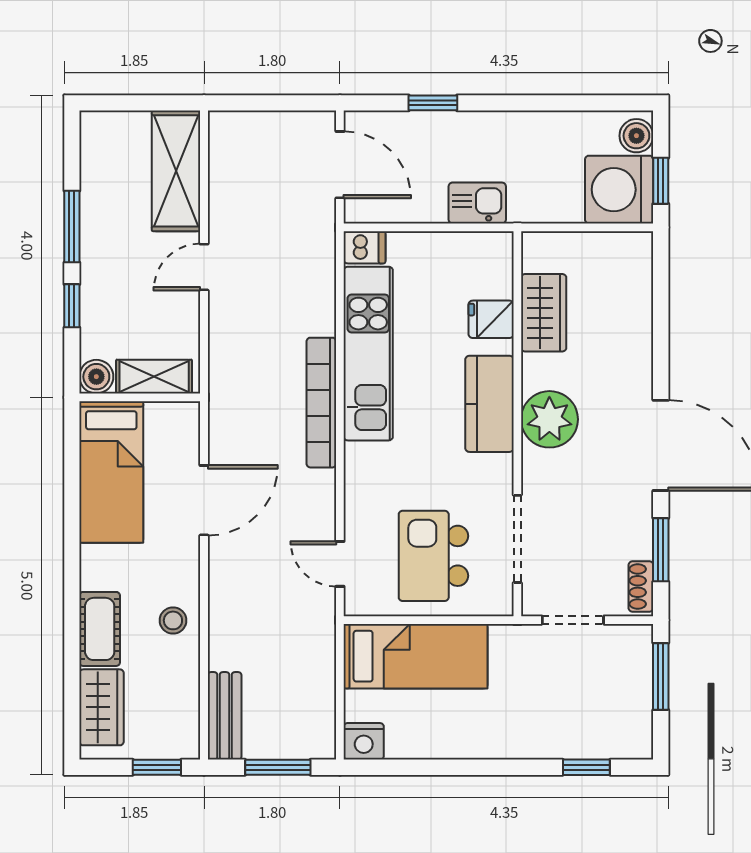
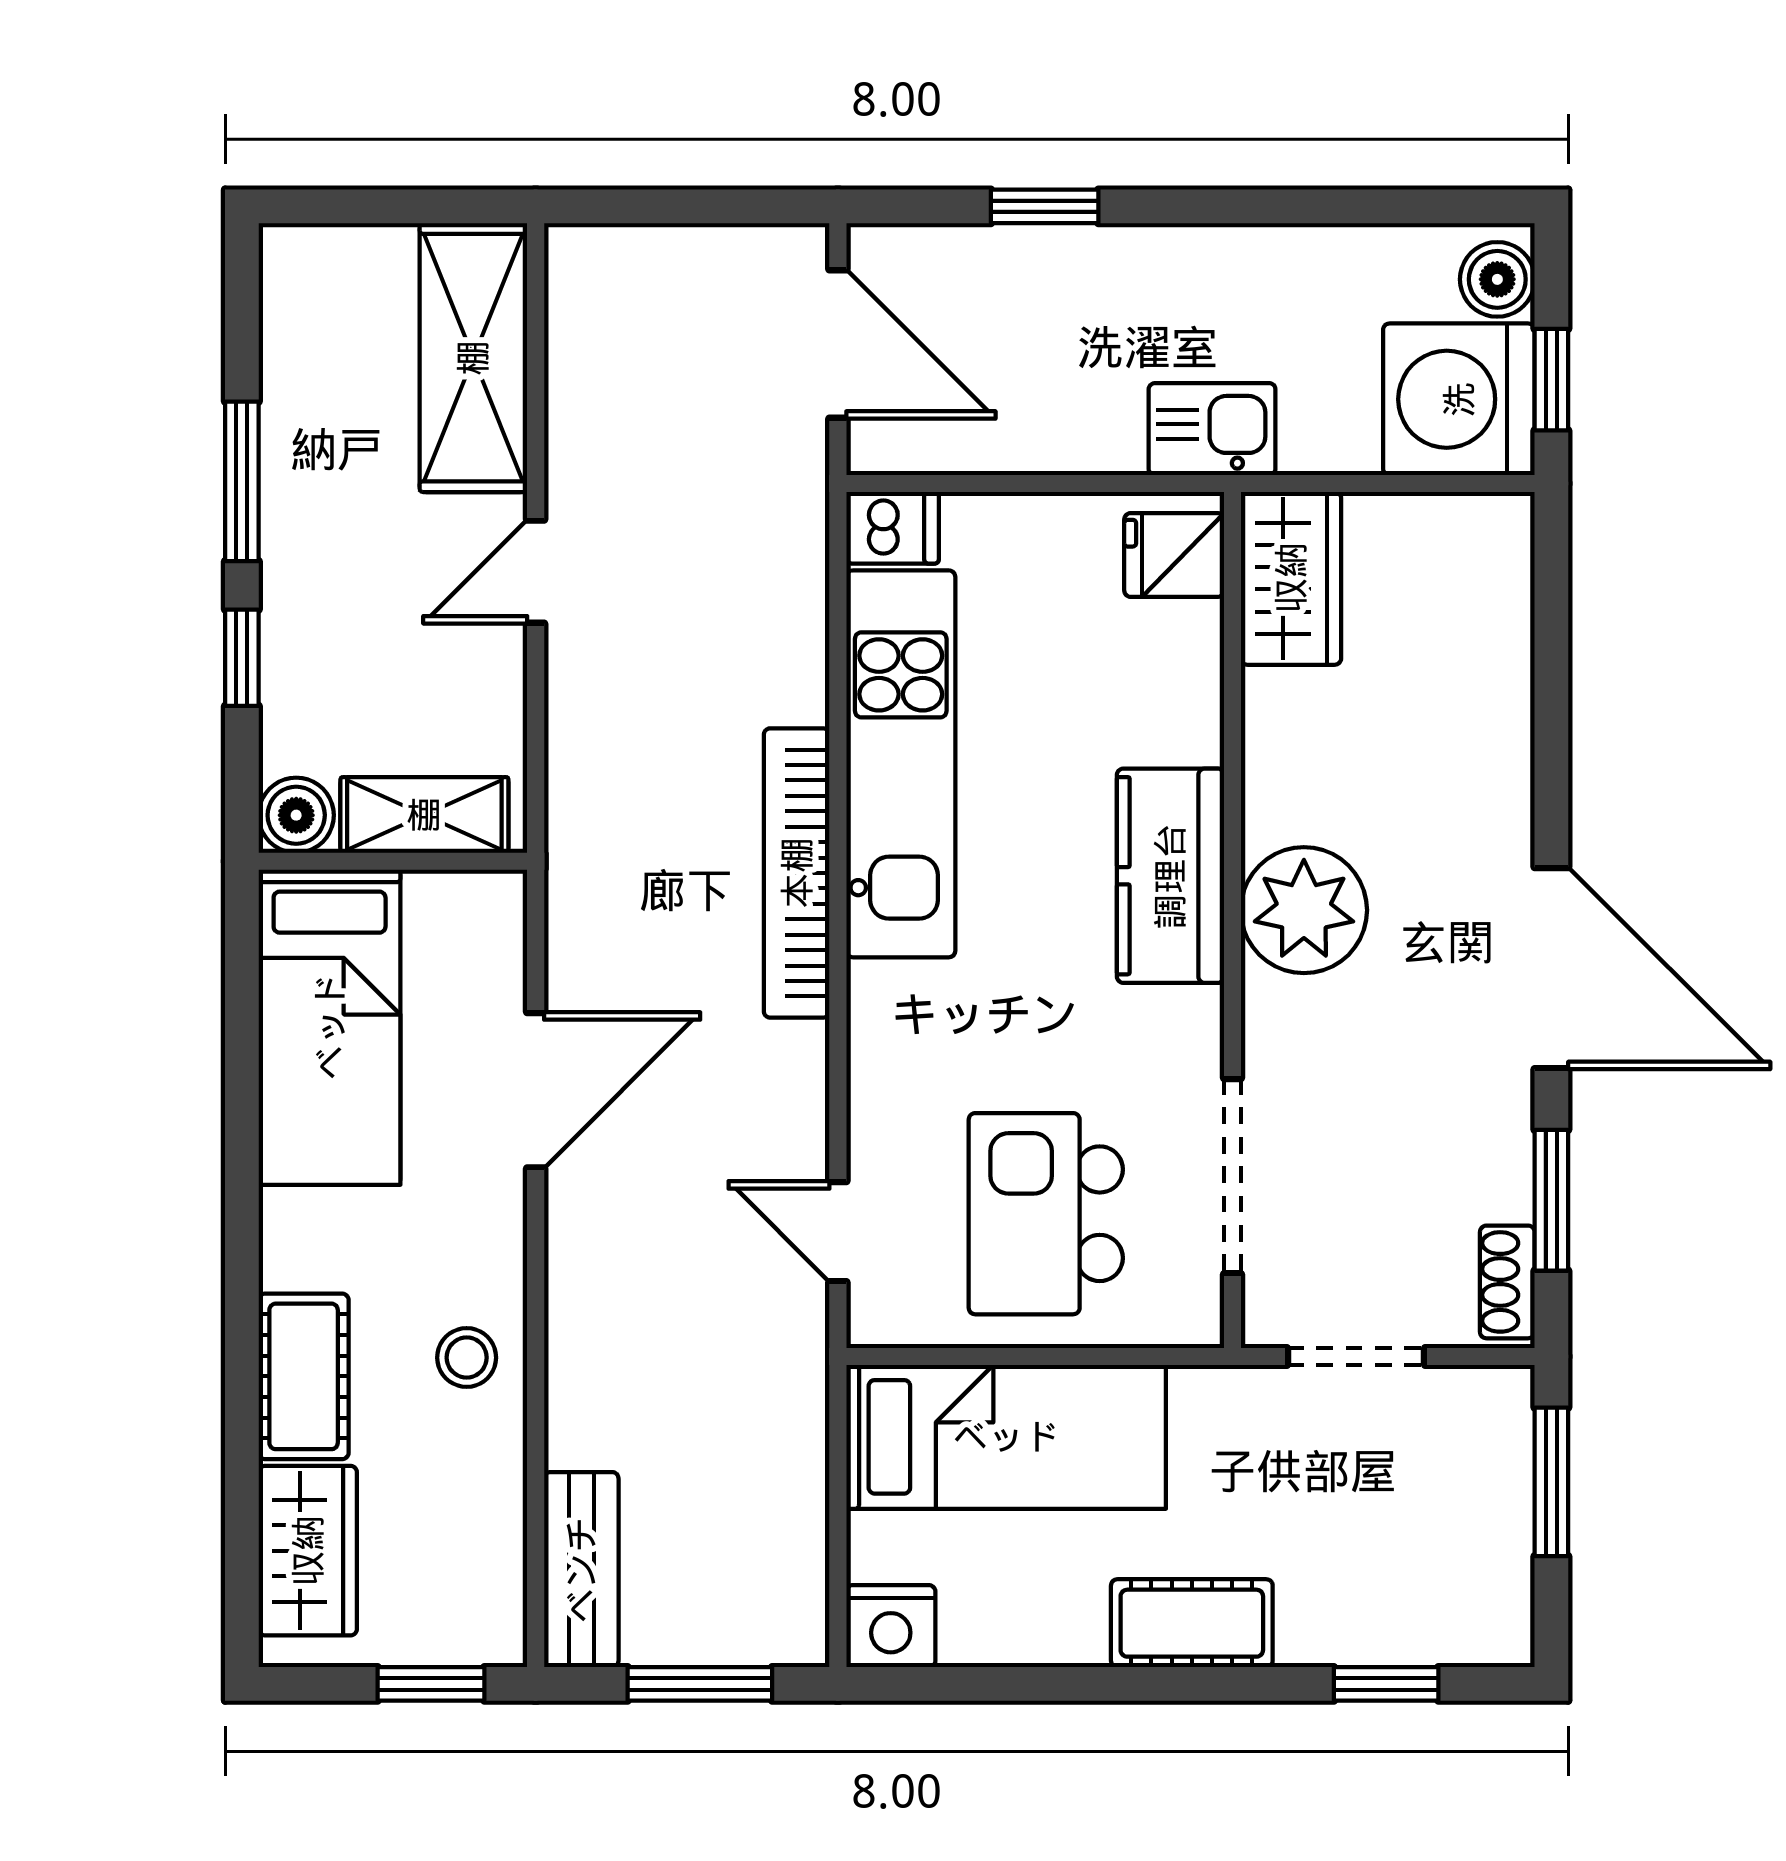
kitchen sink: (477, 203) -> (1212, 429), moved
wardrobe: (544, 313) -> (1291, 578), moved
fridge: (491, 319) -> (1174, 555), moved
cot: (499, 740) -> (1192, 1623), added

